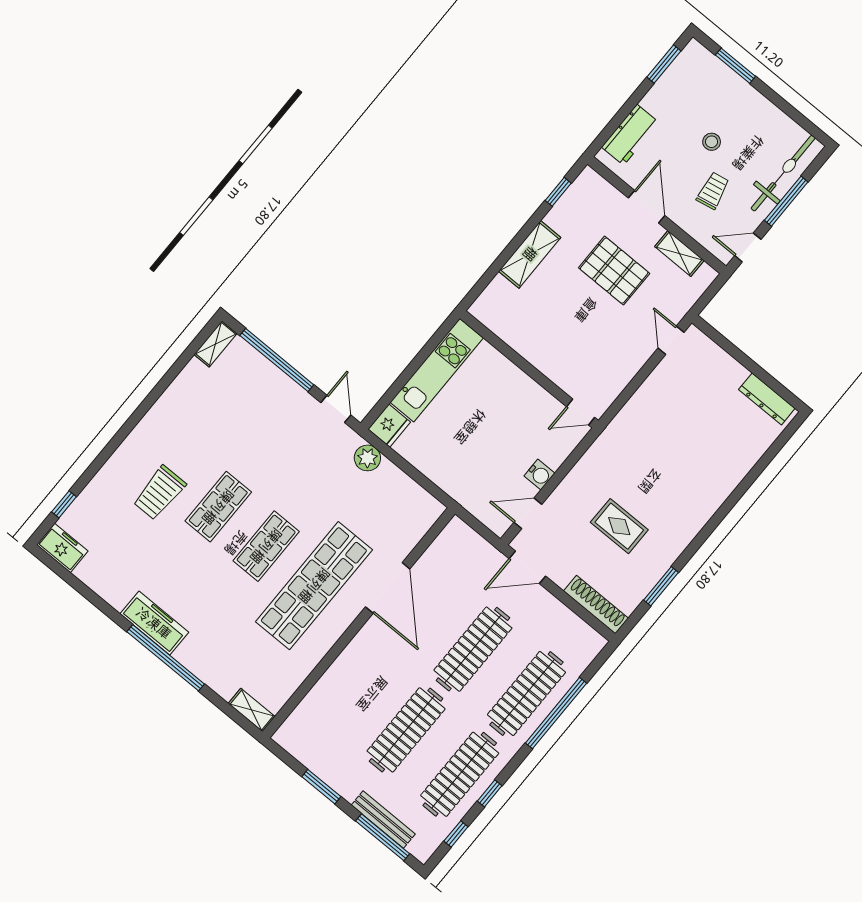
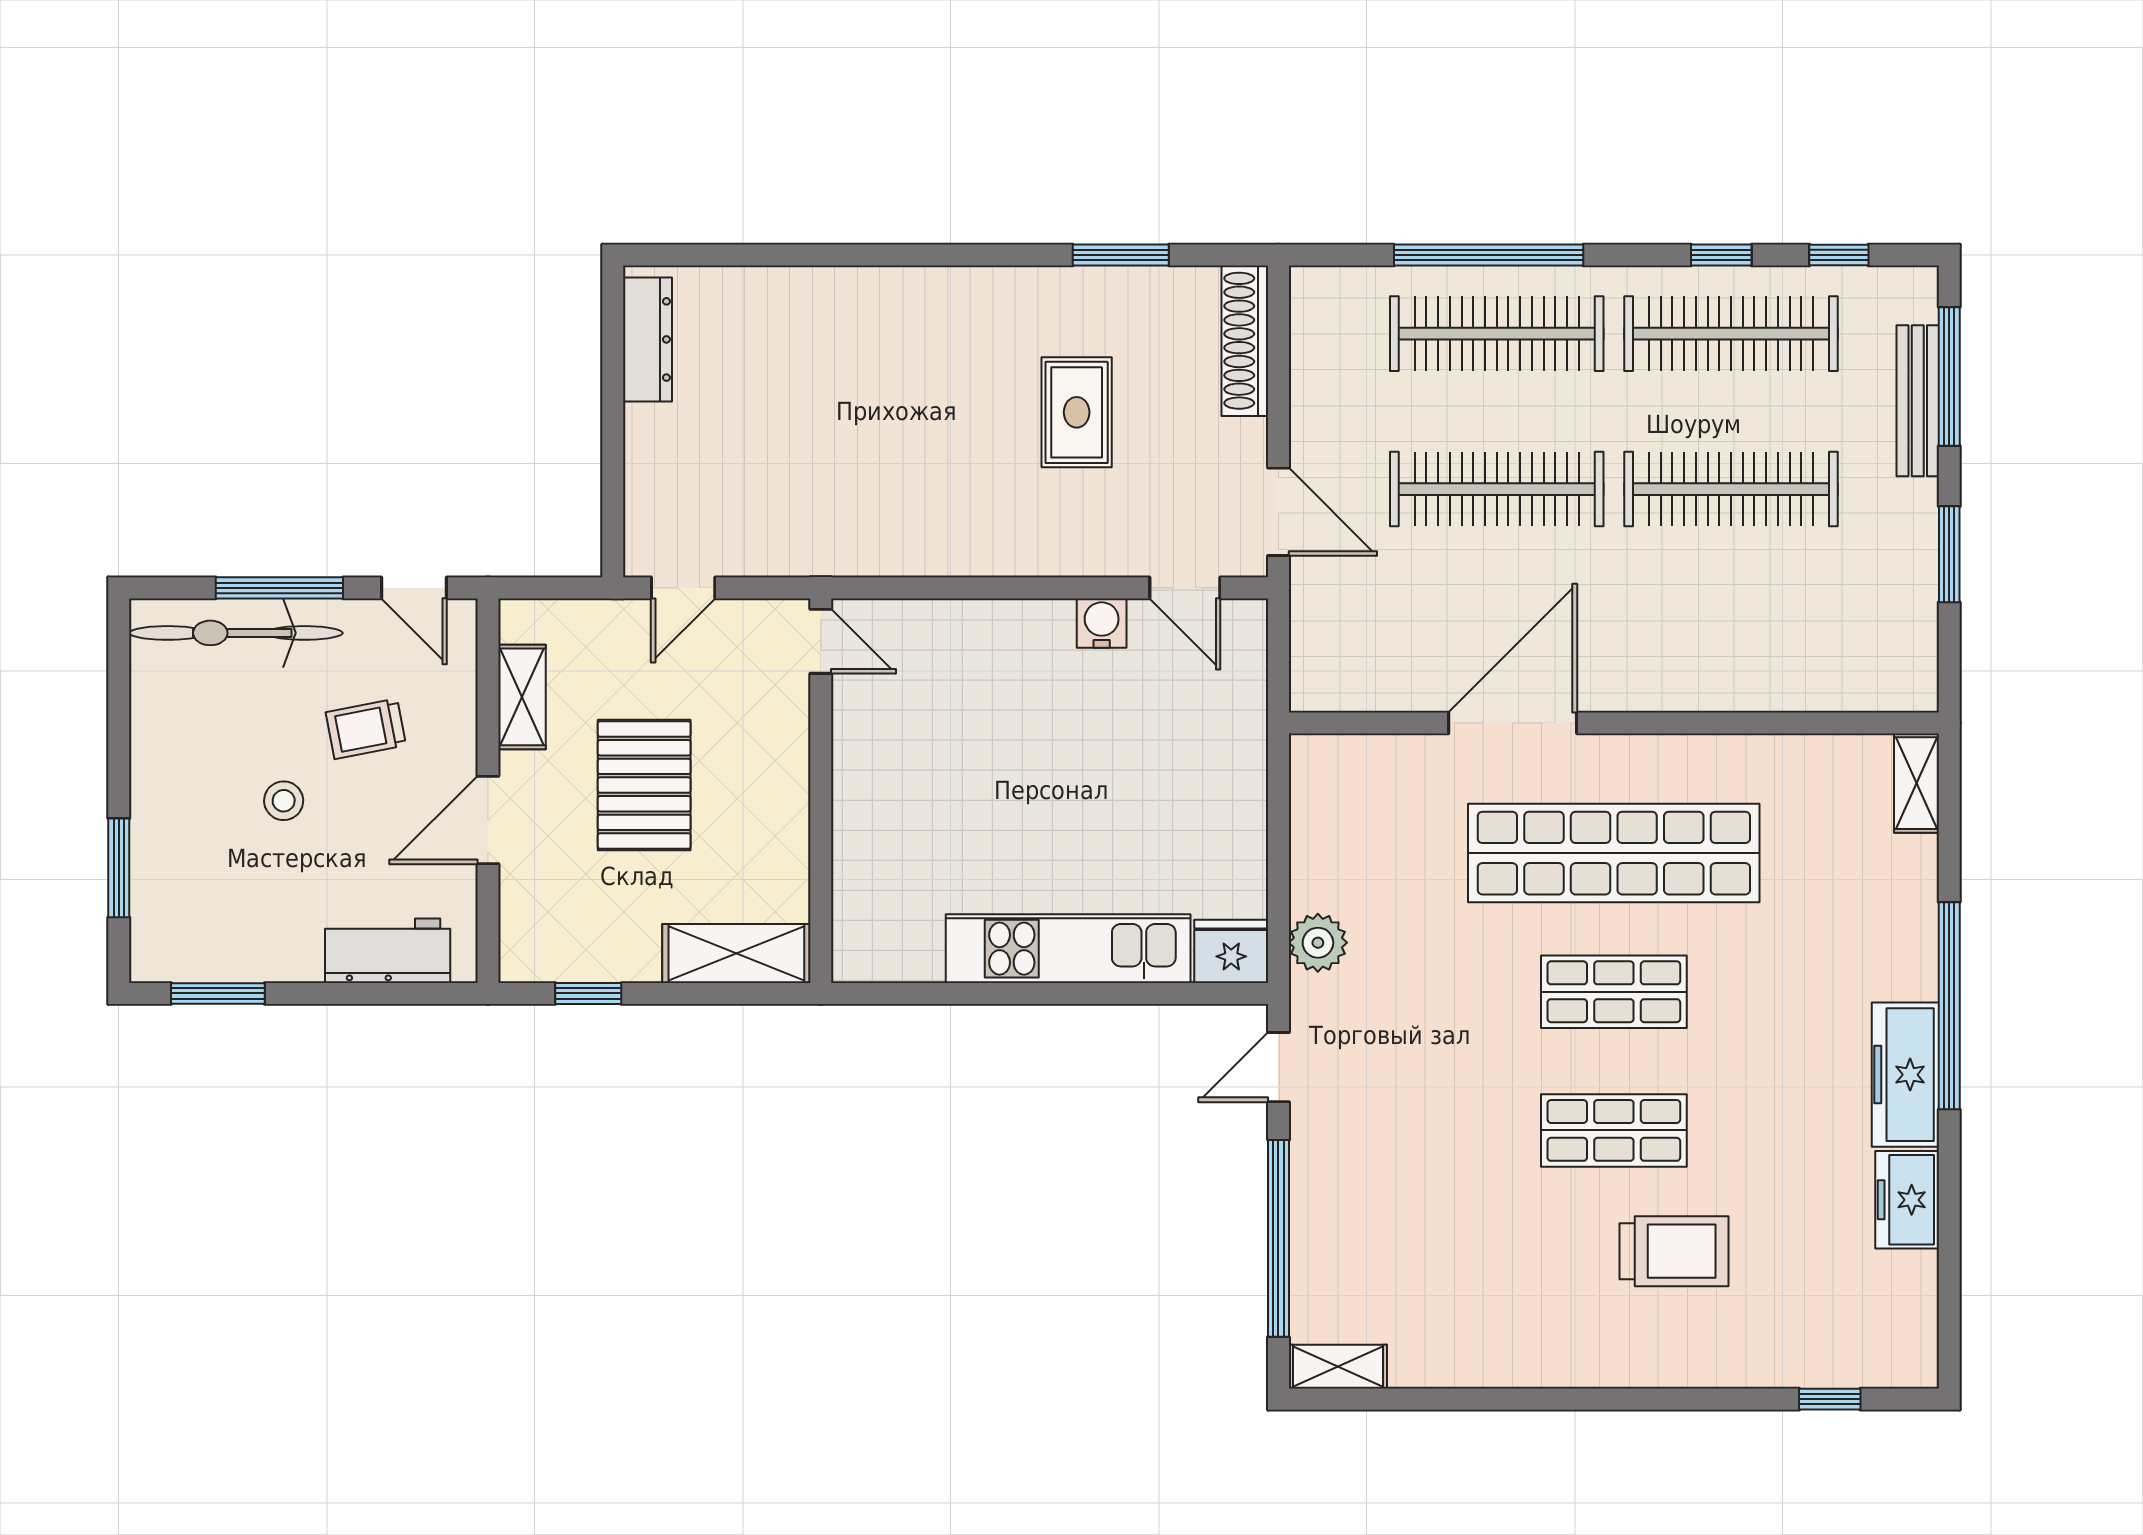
wall: (529, 369) -> (821, 791), moved
door: (581, 412) -> (821, 641), moved
freezer: (62, 548) -> (1907, 1200), moved

